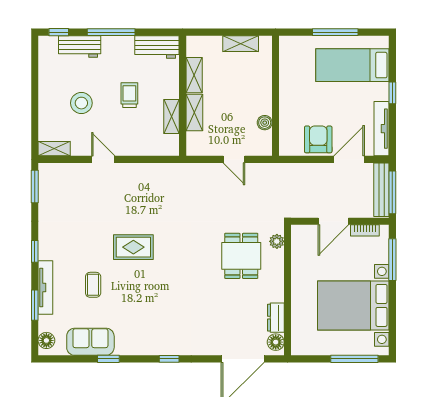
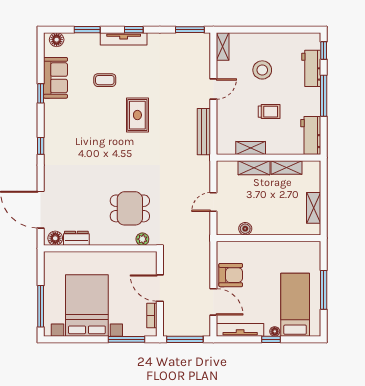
floor lamp: (383, 89) -> (275, 331), added
bench: (381, 190) -> (204, 132), moved, turned 90
tv unit: (45, 287) -> (124, 39), moved

